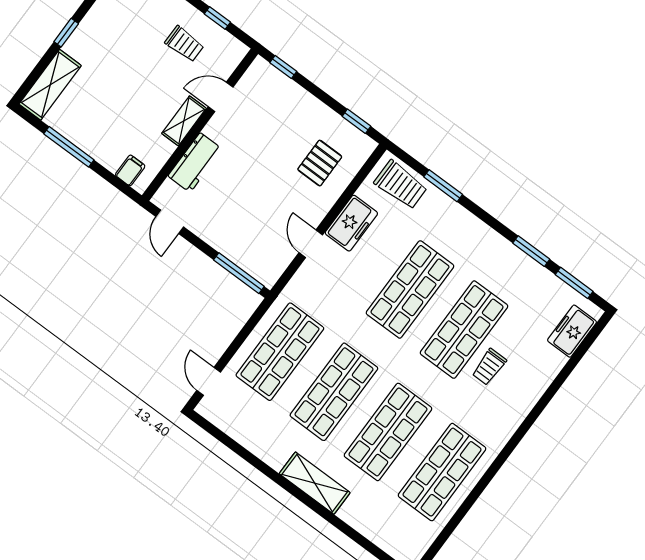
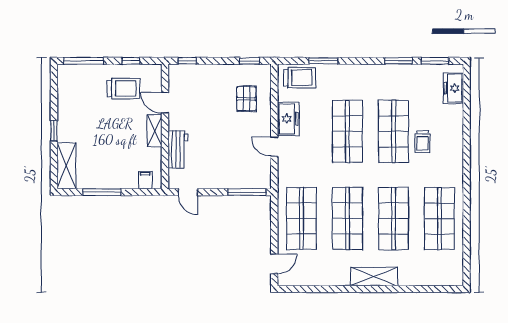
trolley: (184, 44) -> (123, 88), width x1.36, depth x1.39
door: (221, 97) -> (165, 103), hinge flipped
door: (209, 381) -> (274, 264), swing flipped

